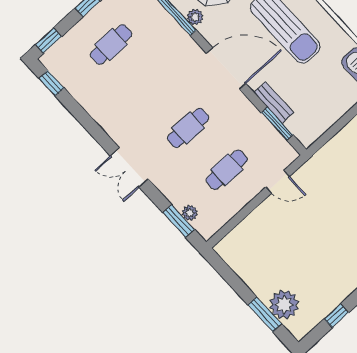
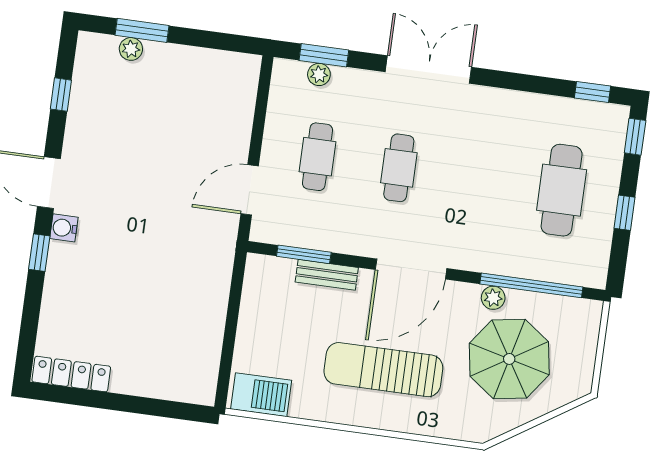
cafe table: (111, 44) -> (562, 190), width x1.37, depth x1.35
double door: (129, 167) -> (428, 70), width x1.37
door: (278, 182) -> (250, 190), width x1.38
plant: (284, 305) -> (131, 49), width x0.53, depth x0.53

